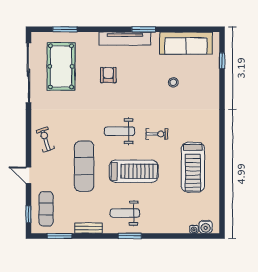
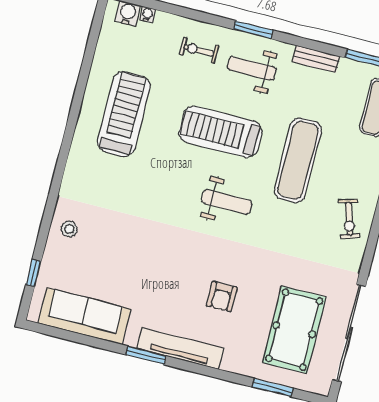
stool: (173, 82) -> (69, 229), moved
exercise bike: (157, 134) -> (199, 50), moved
weight bench: (125, 213) -> (252, 68), turned 180

